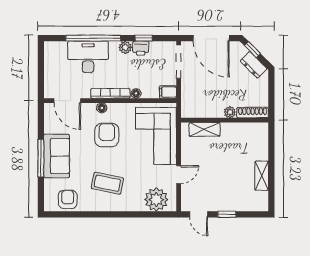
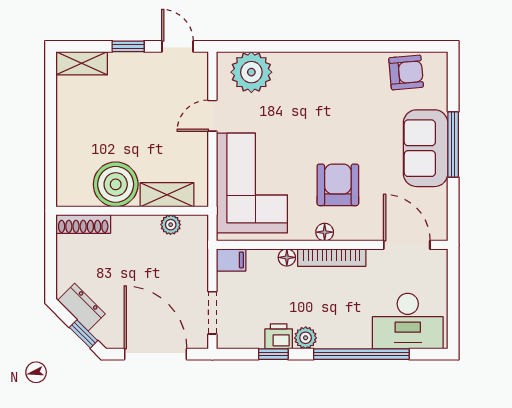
desk: (88, 57) -> (408, 321), moved
doorway: (179, 62) -> (212, 313), width x0.73
floor lamp: (102, 108) -> (325, 232), moved
plant: (230, 112) -> (171, 225), moved
armchair: (107, 135) -> (338, 185), turned 180
boiler: (234, 135) -> (116, 184), added
shelving: (262, 176) -> (82, 63), moved, turned 90
coffee table: (107, 183) -> (337, 101), removed
armchair: (68, 199) -> (406, 72), turned -95

